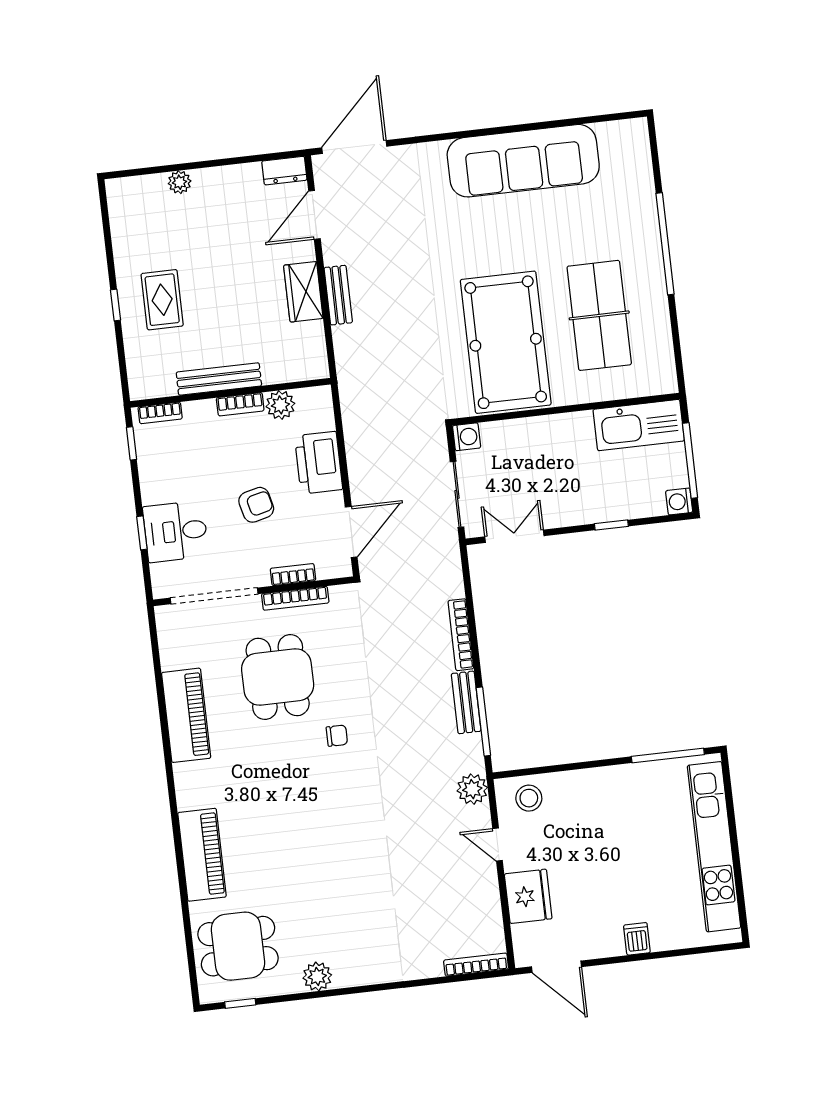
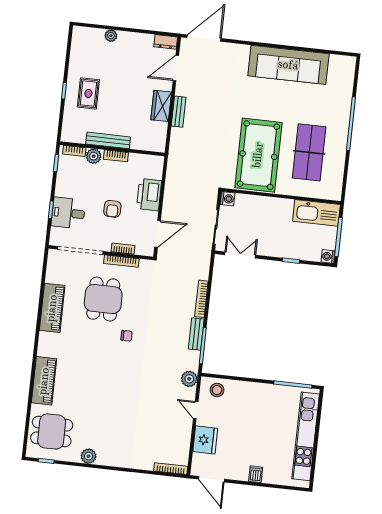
plant: (280, 405) -> (94, 156), moved
armchair: (256, 505) -> (112, 209), turned 104

